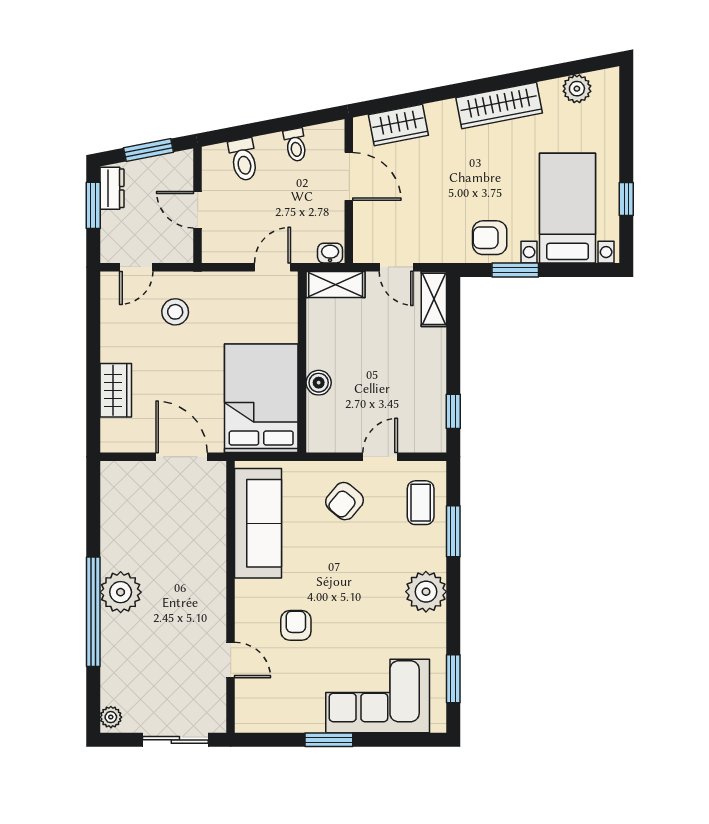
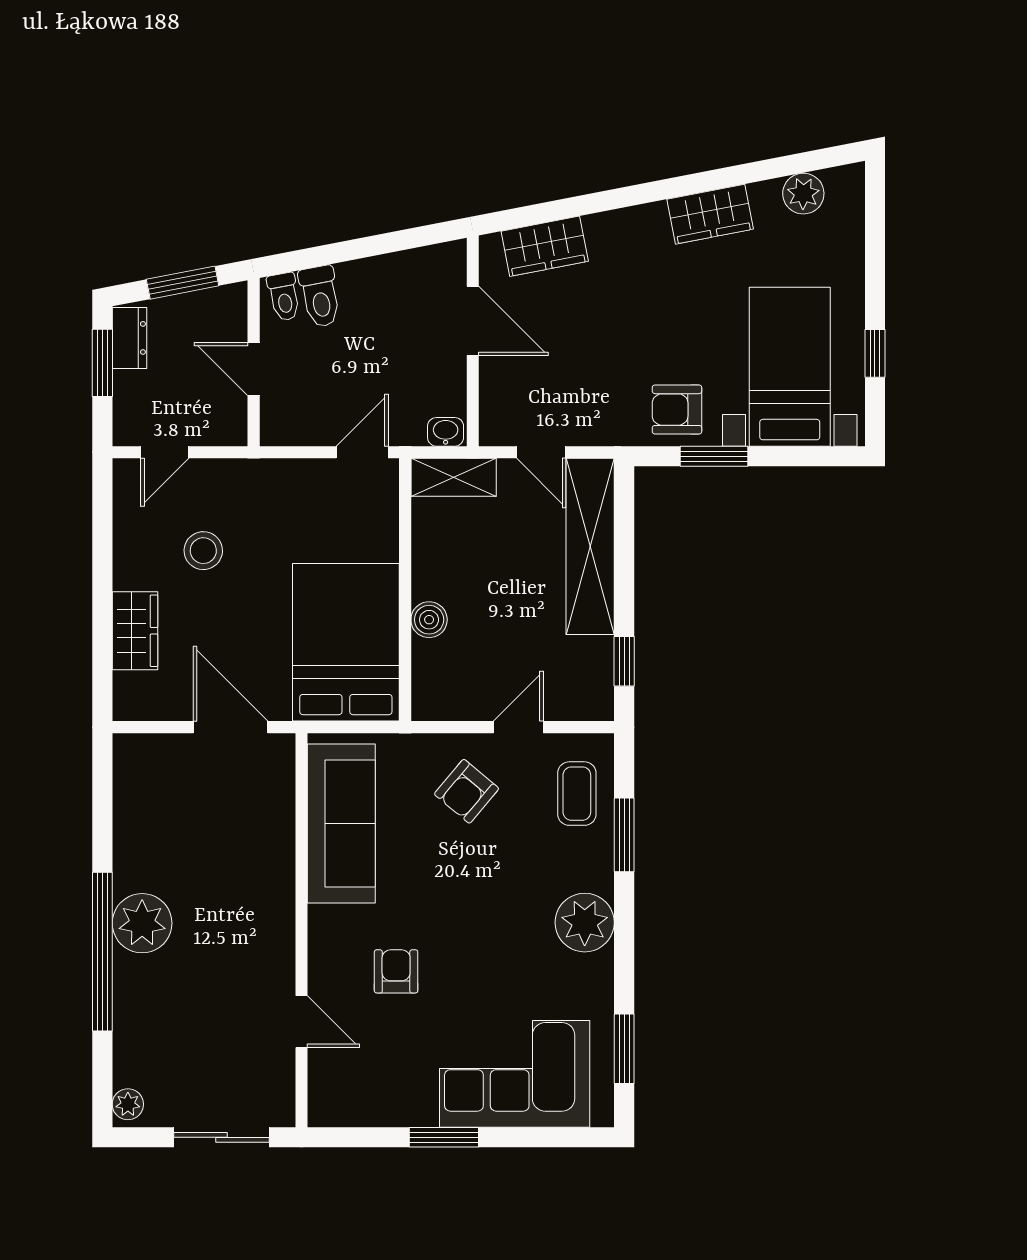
wardrobe: (499, 105) -> (710, 214), width x0.67
toilet: (295, 145) -> (284, 297), moved
shelving: (434, 299) -> (590, 546), width x2.20, depth x1.33
stool: (175, 312) -> (203, 551), moved

